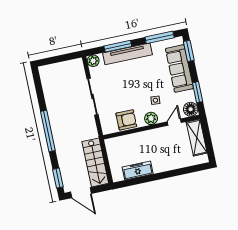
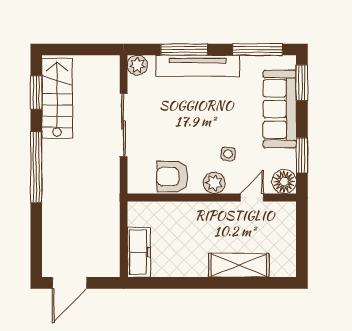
armchair: (126, 120) -> (172, 177), turned 180
shelving: (197, 138) -> (239, 265), moved, turned 90
stairs: (95, 162) -> (57, 98), moved, turned 180
freezer: (138, 170) -> (139, 252), moved, turned 90
window: (58, 178) -> (36, 92), moved
door: (81, 193) -> (70, 283), hinge flipped

